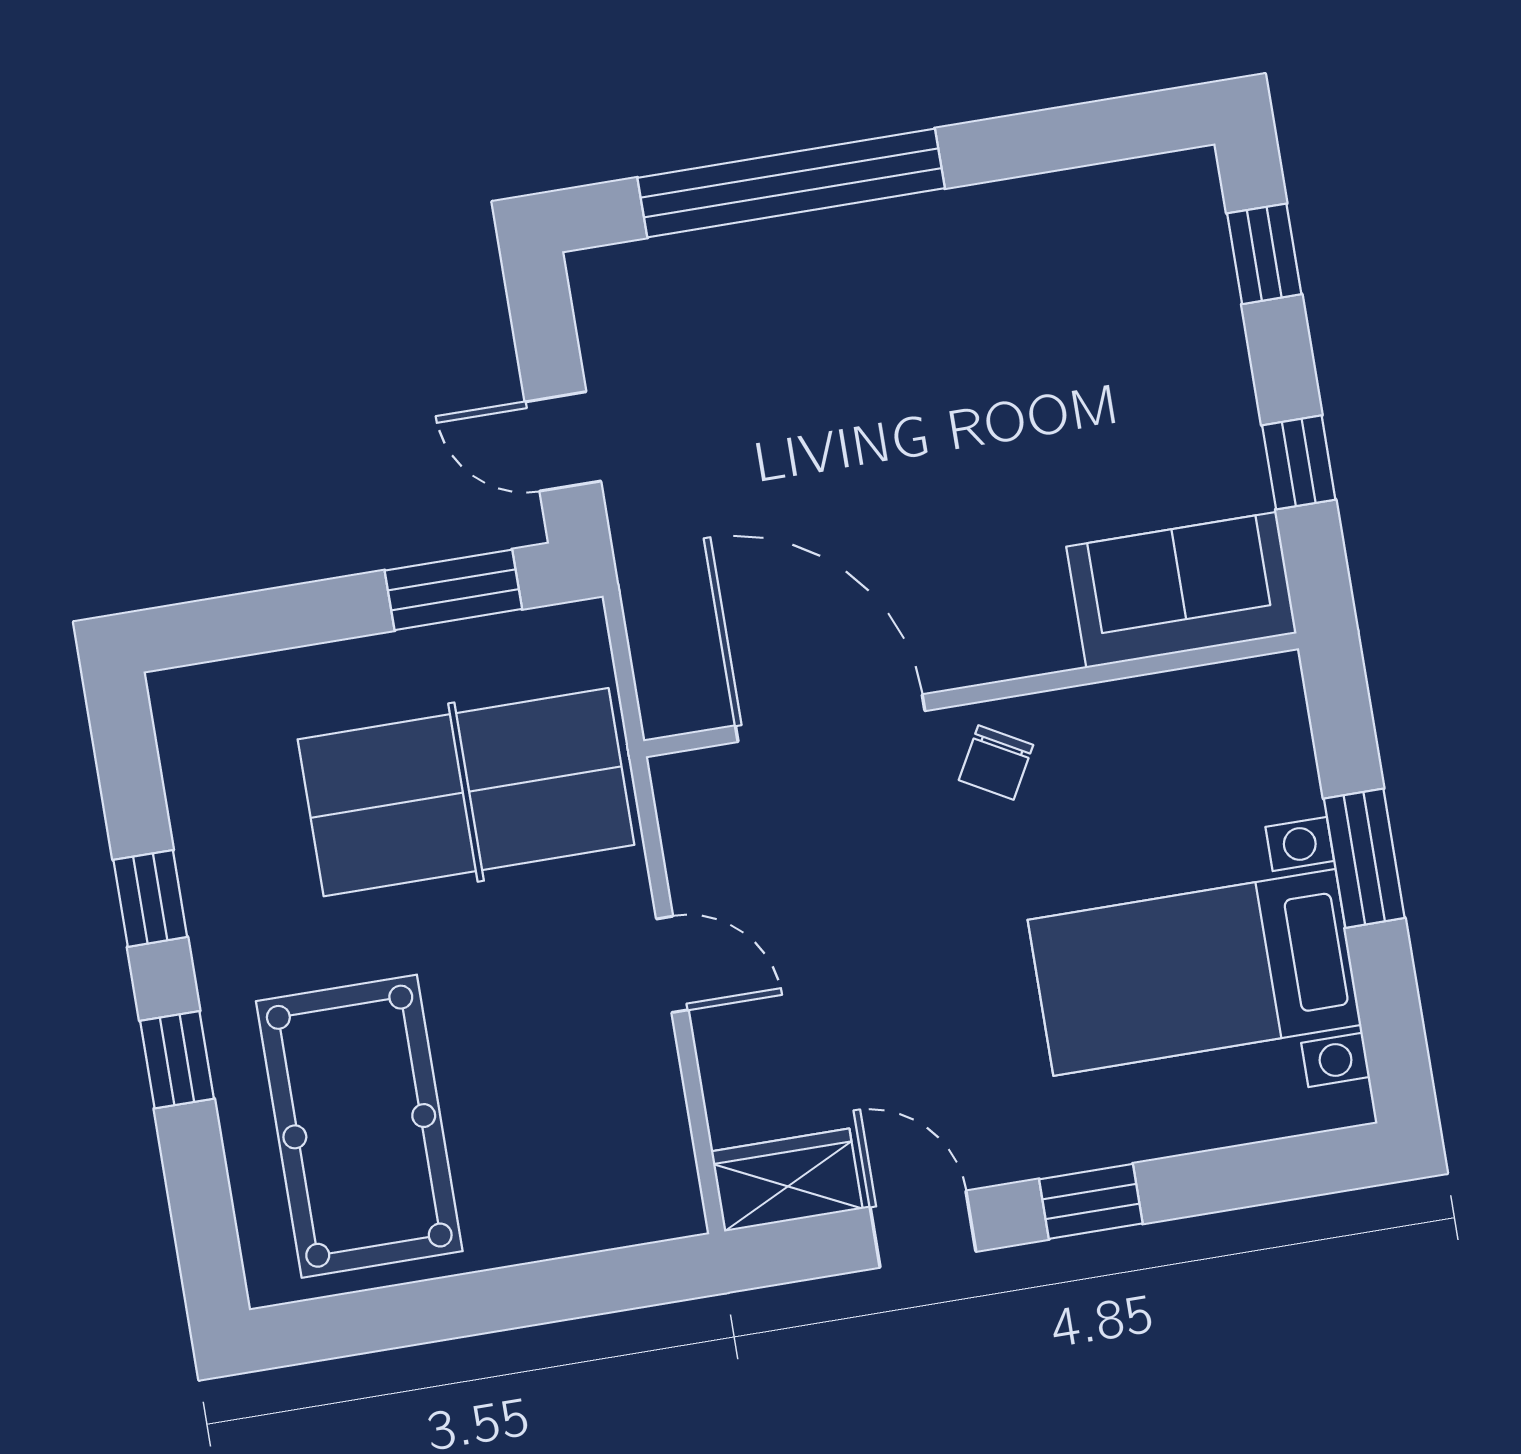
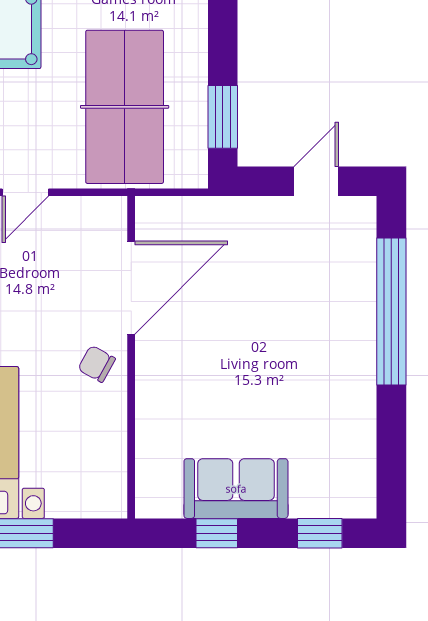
door: (563, 441) -> (316, 181), moved
sofa: (1181, 590) -> (236, 489), moved, turned -90

